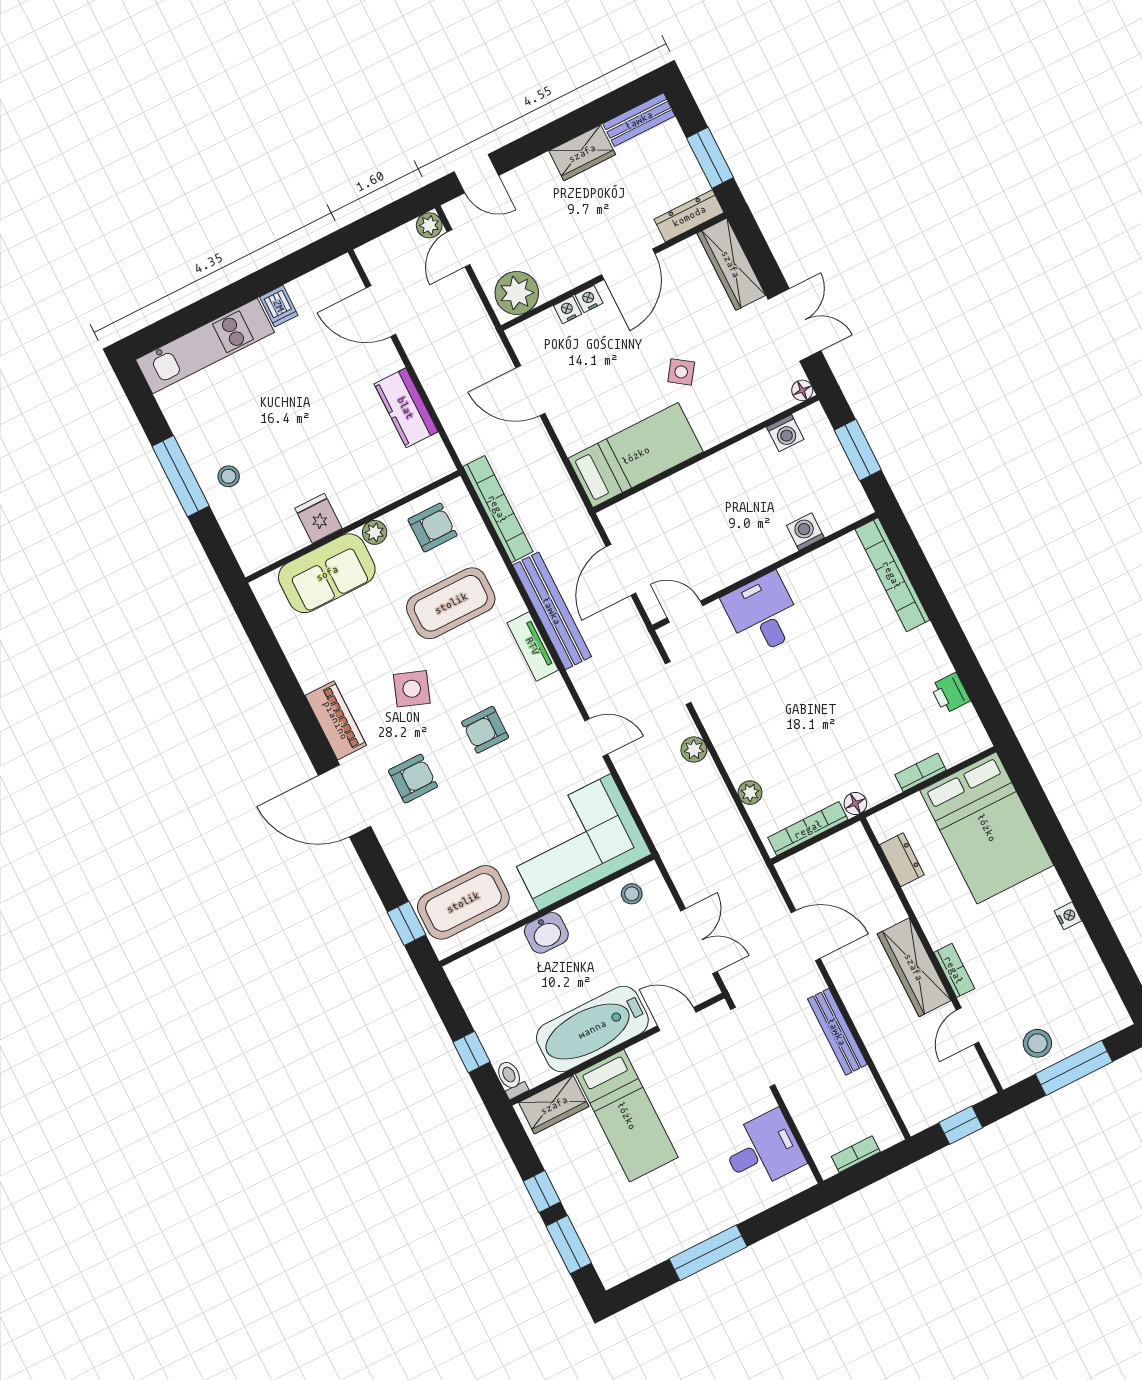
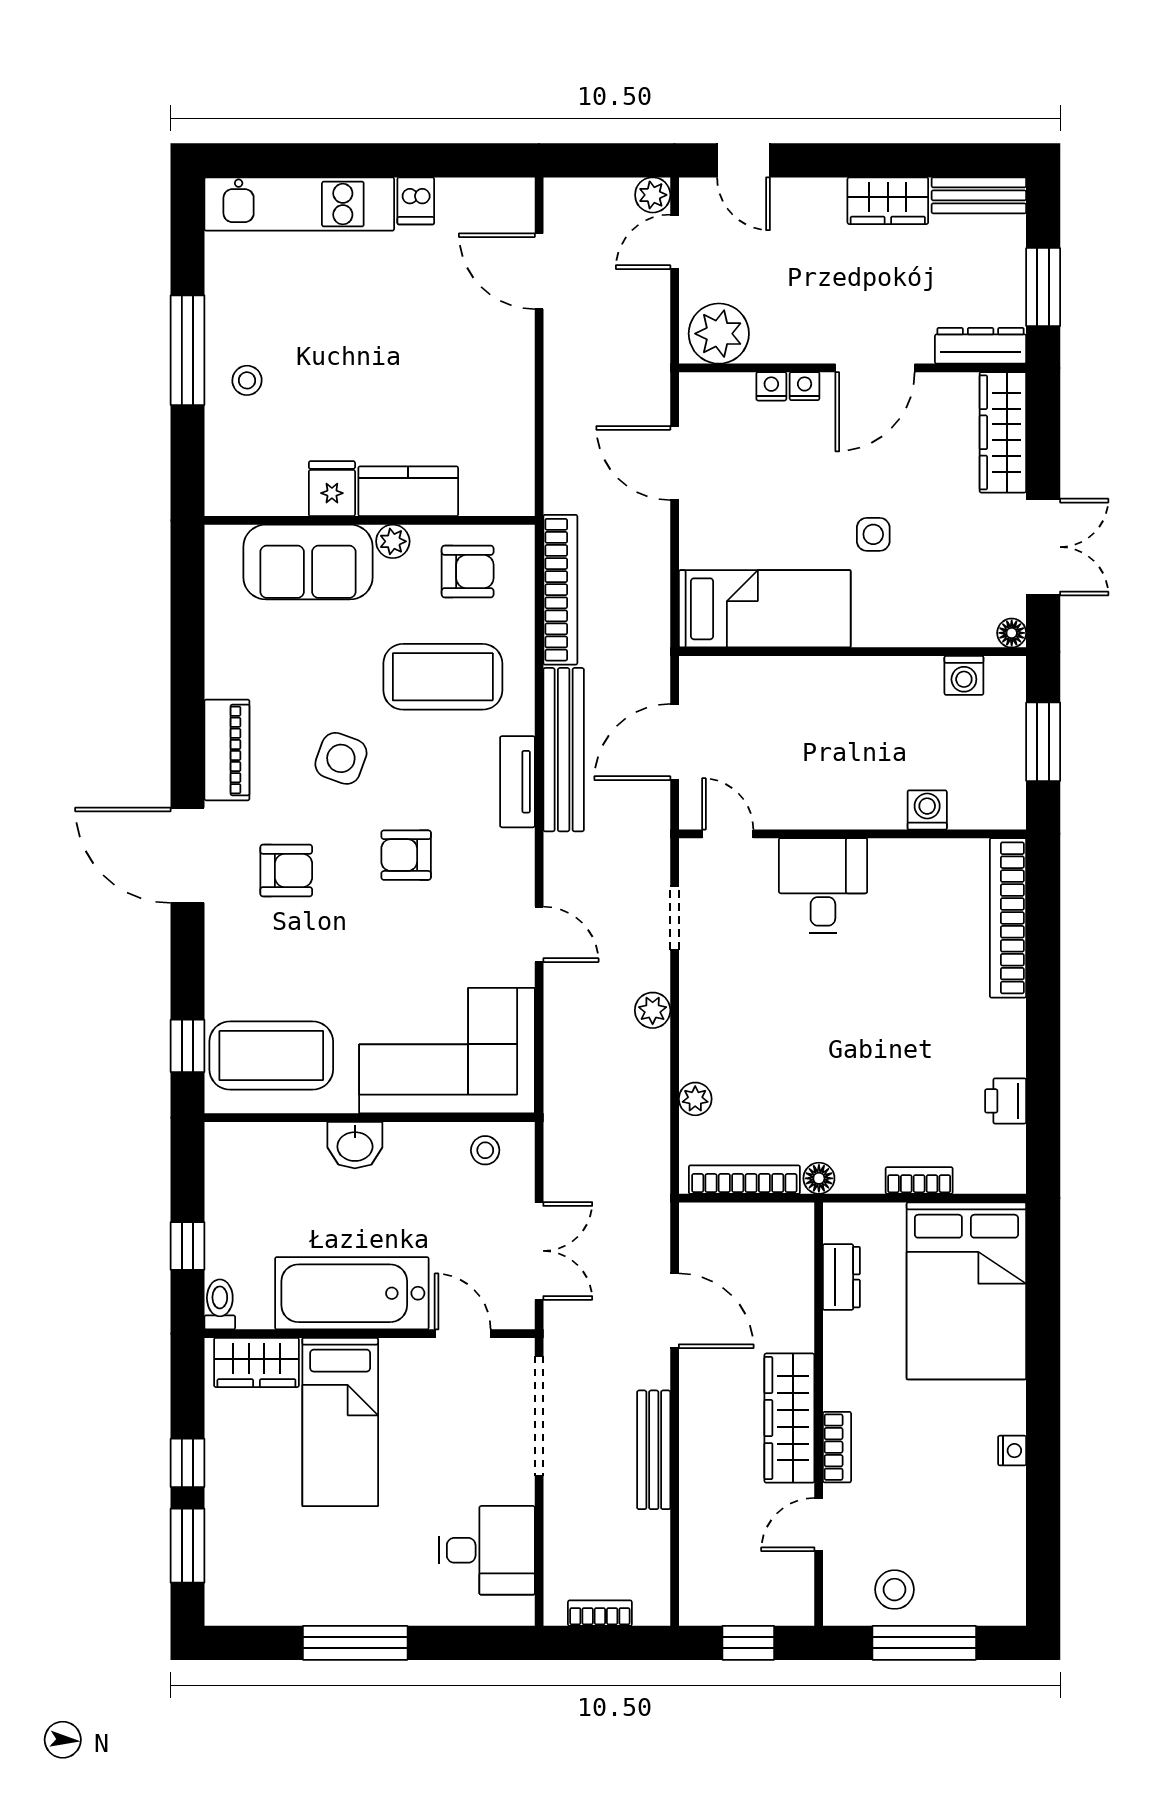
side table: (681, 372) -> (873, 534), turned -35
kitchen counter: (406, 408) -> (408, 491), moved, turned 90

